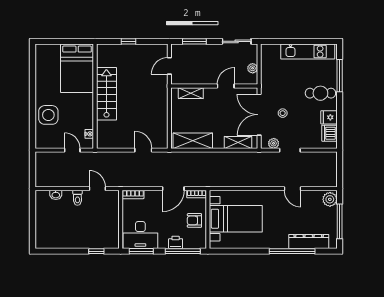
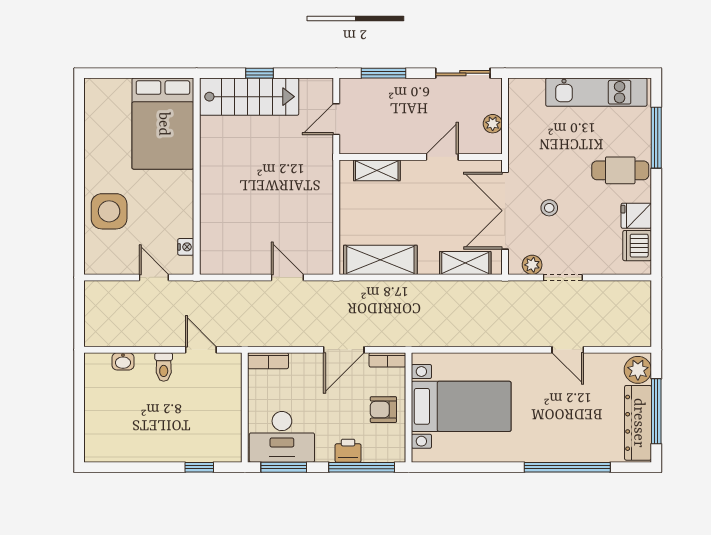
stairs: (106, 94) -> (249, 97), moved, turned 90
dresser: (309, 241) -> (638, 423), moved, turned -90

